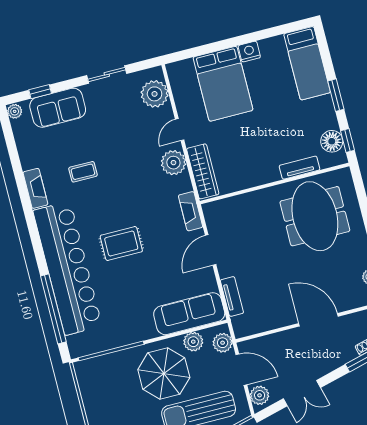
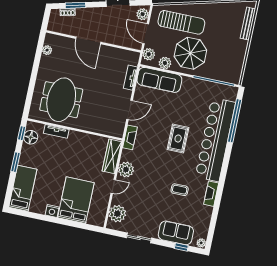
rug: (121, 244) -> (178, 139), turned 90

